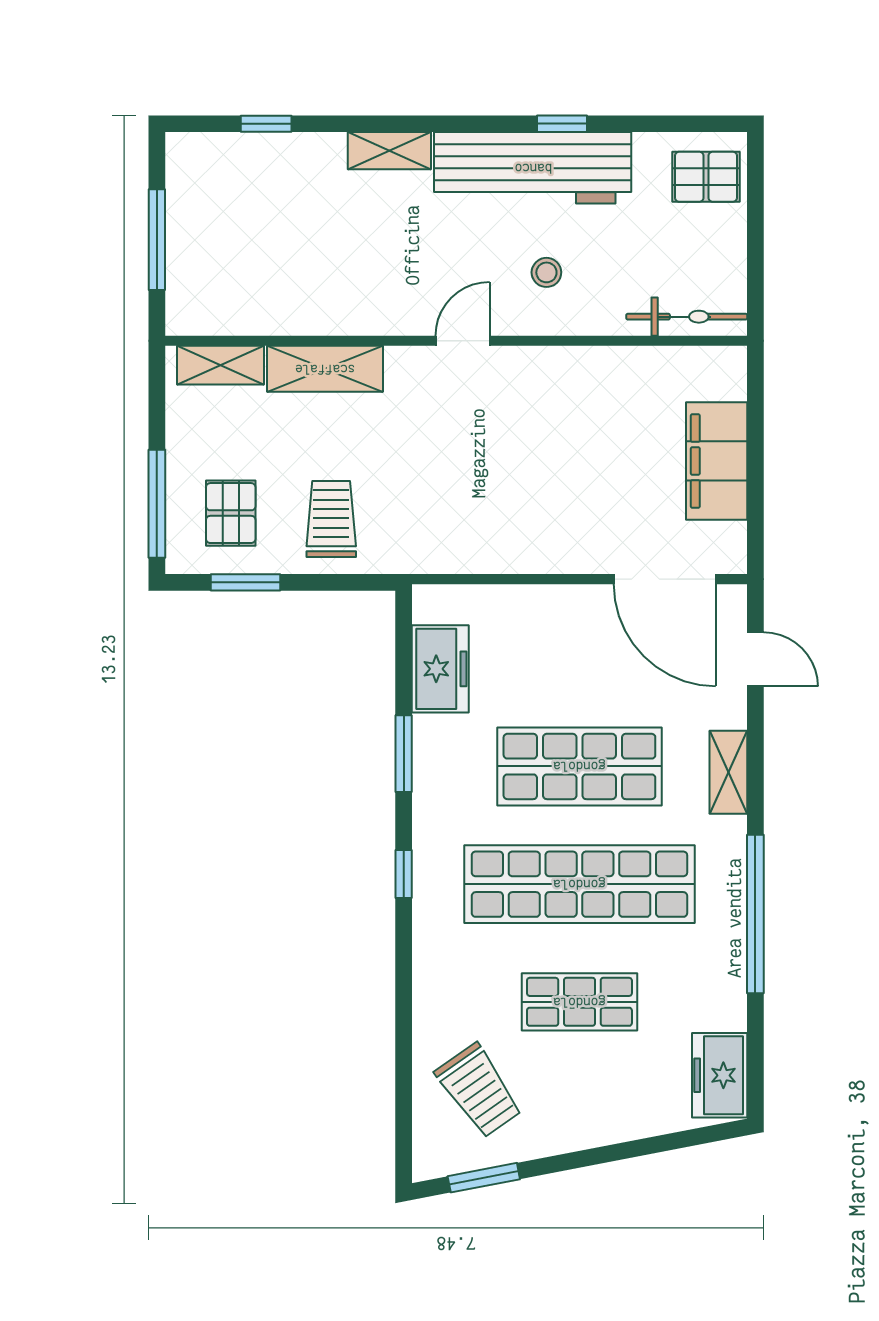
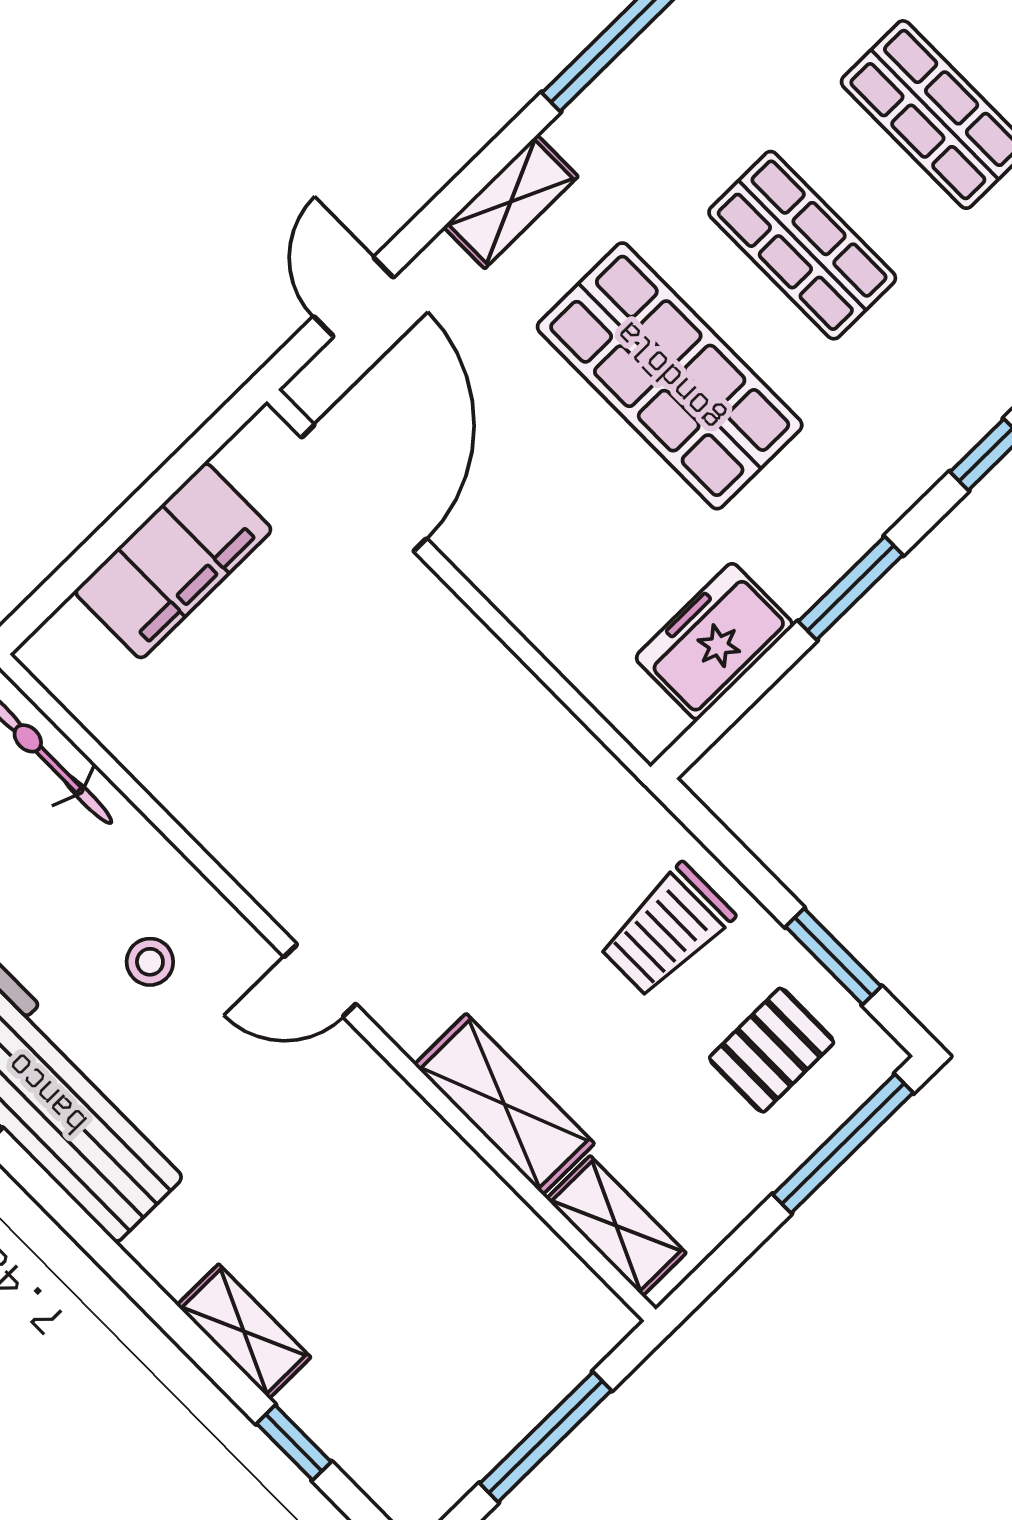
shelving: (389, 151) -> (244, 1331), moved
shop shelf: (579, 884) -> (802, 245), width x0.50, depth x0.74

